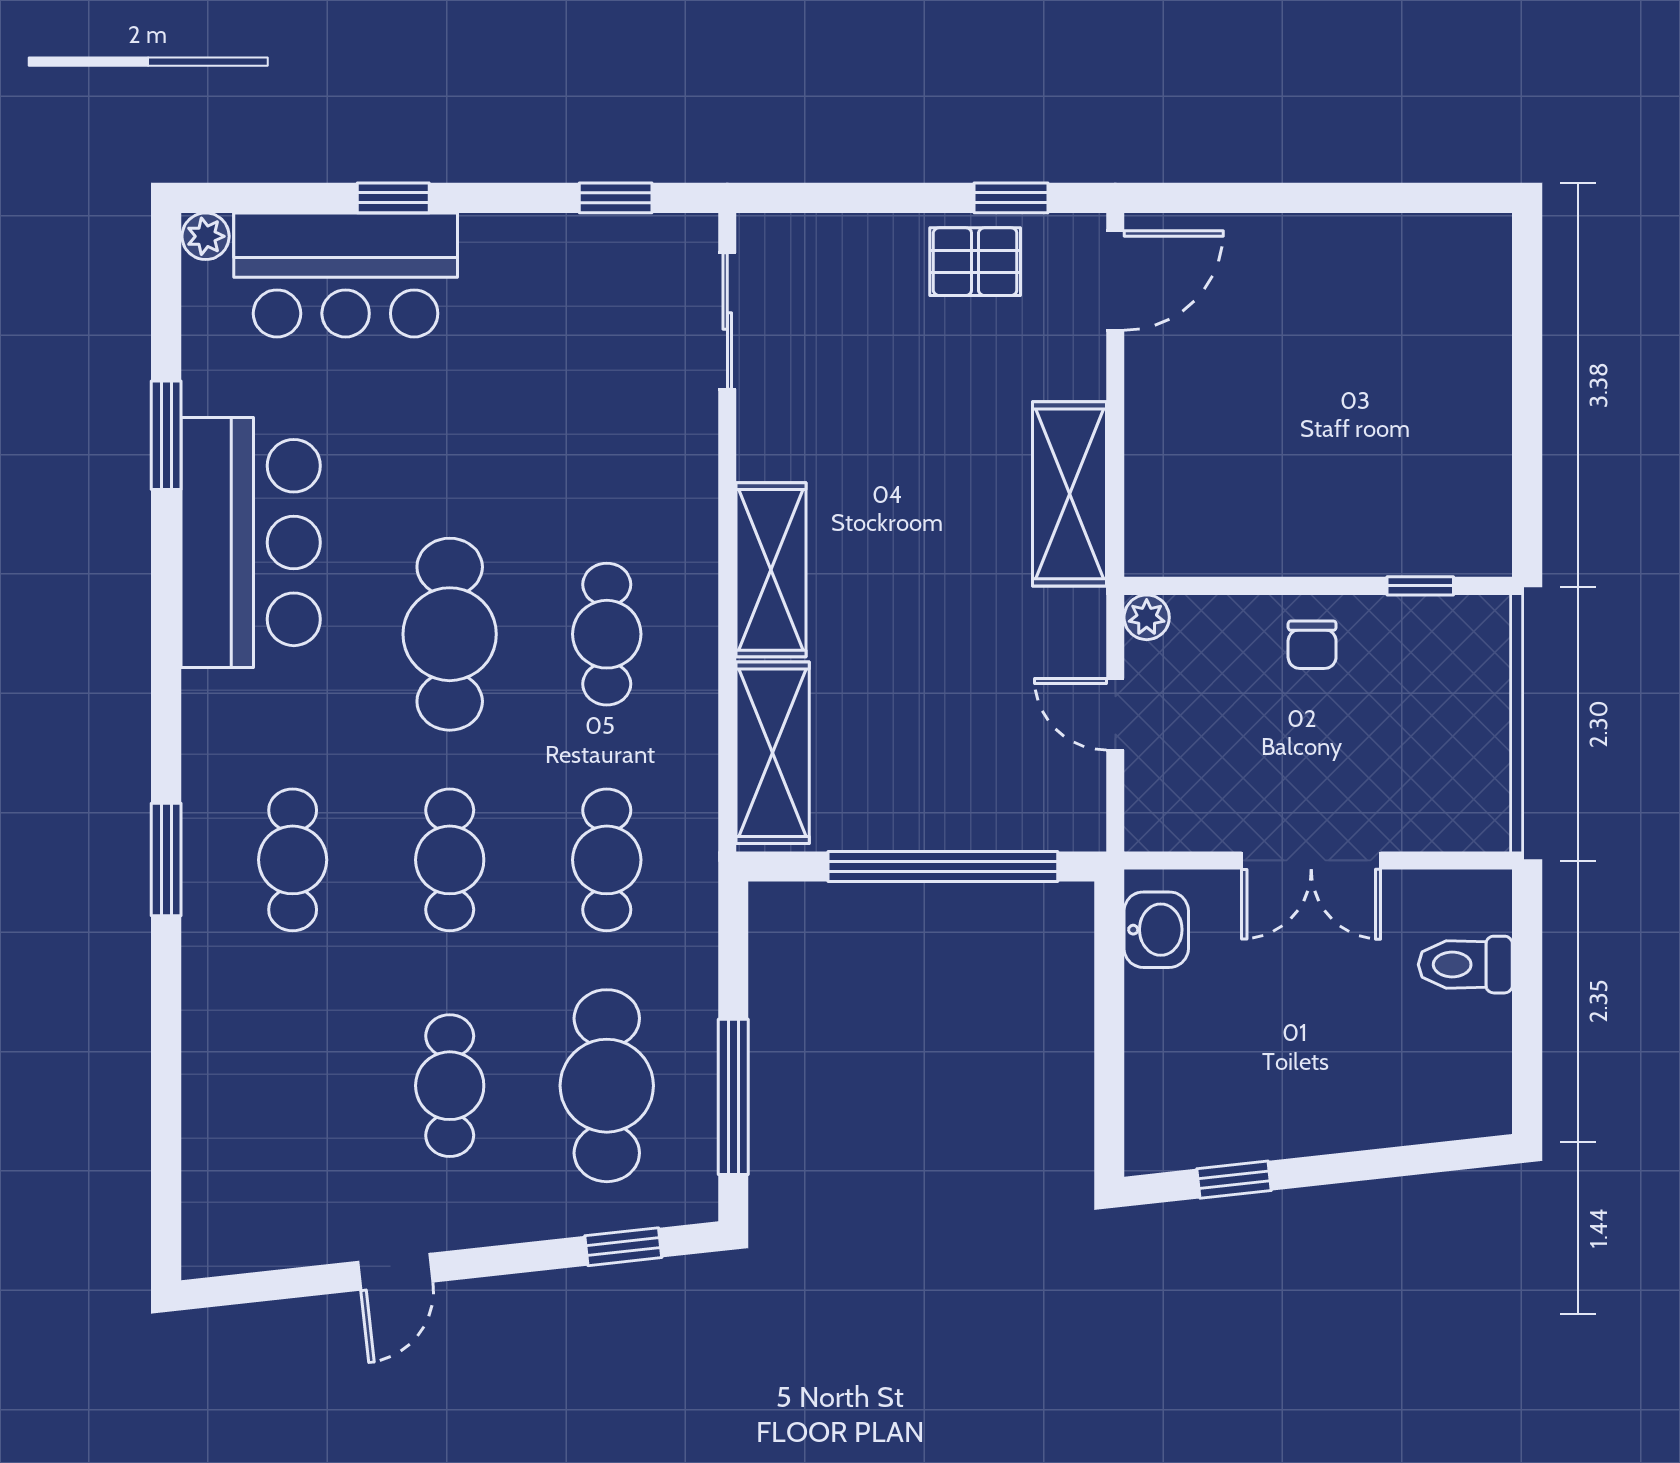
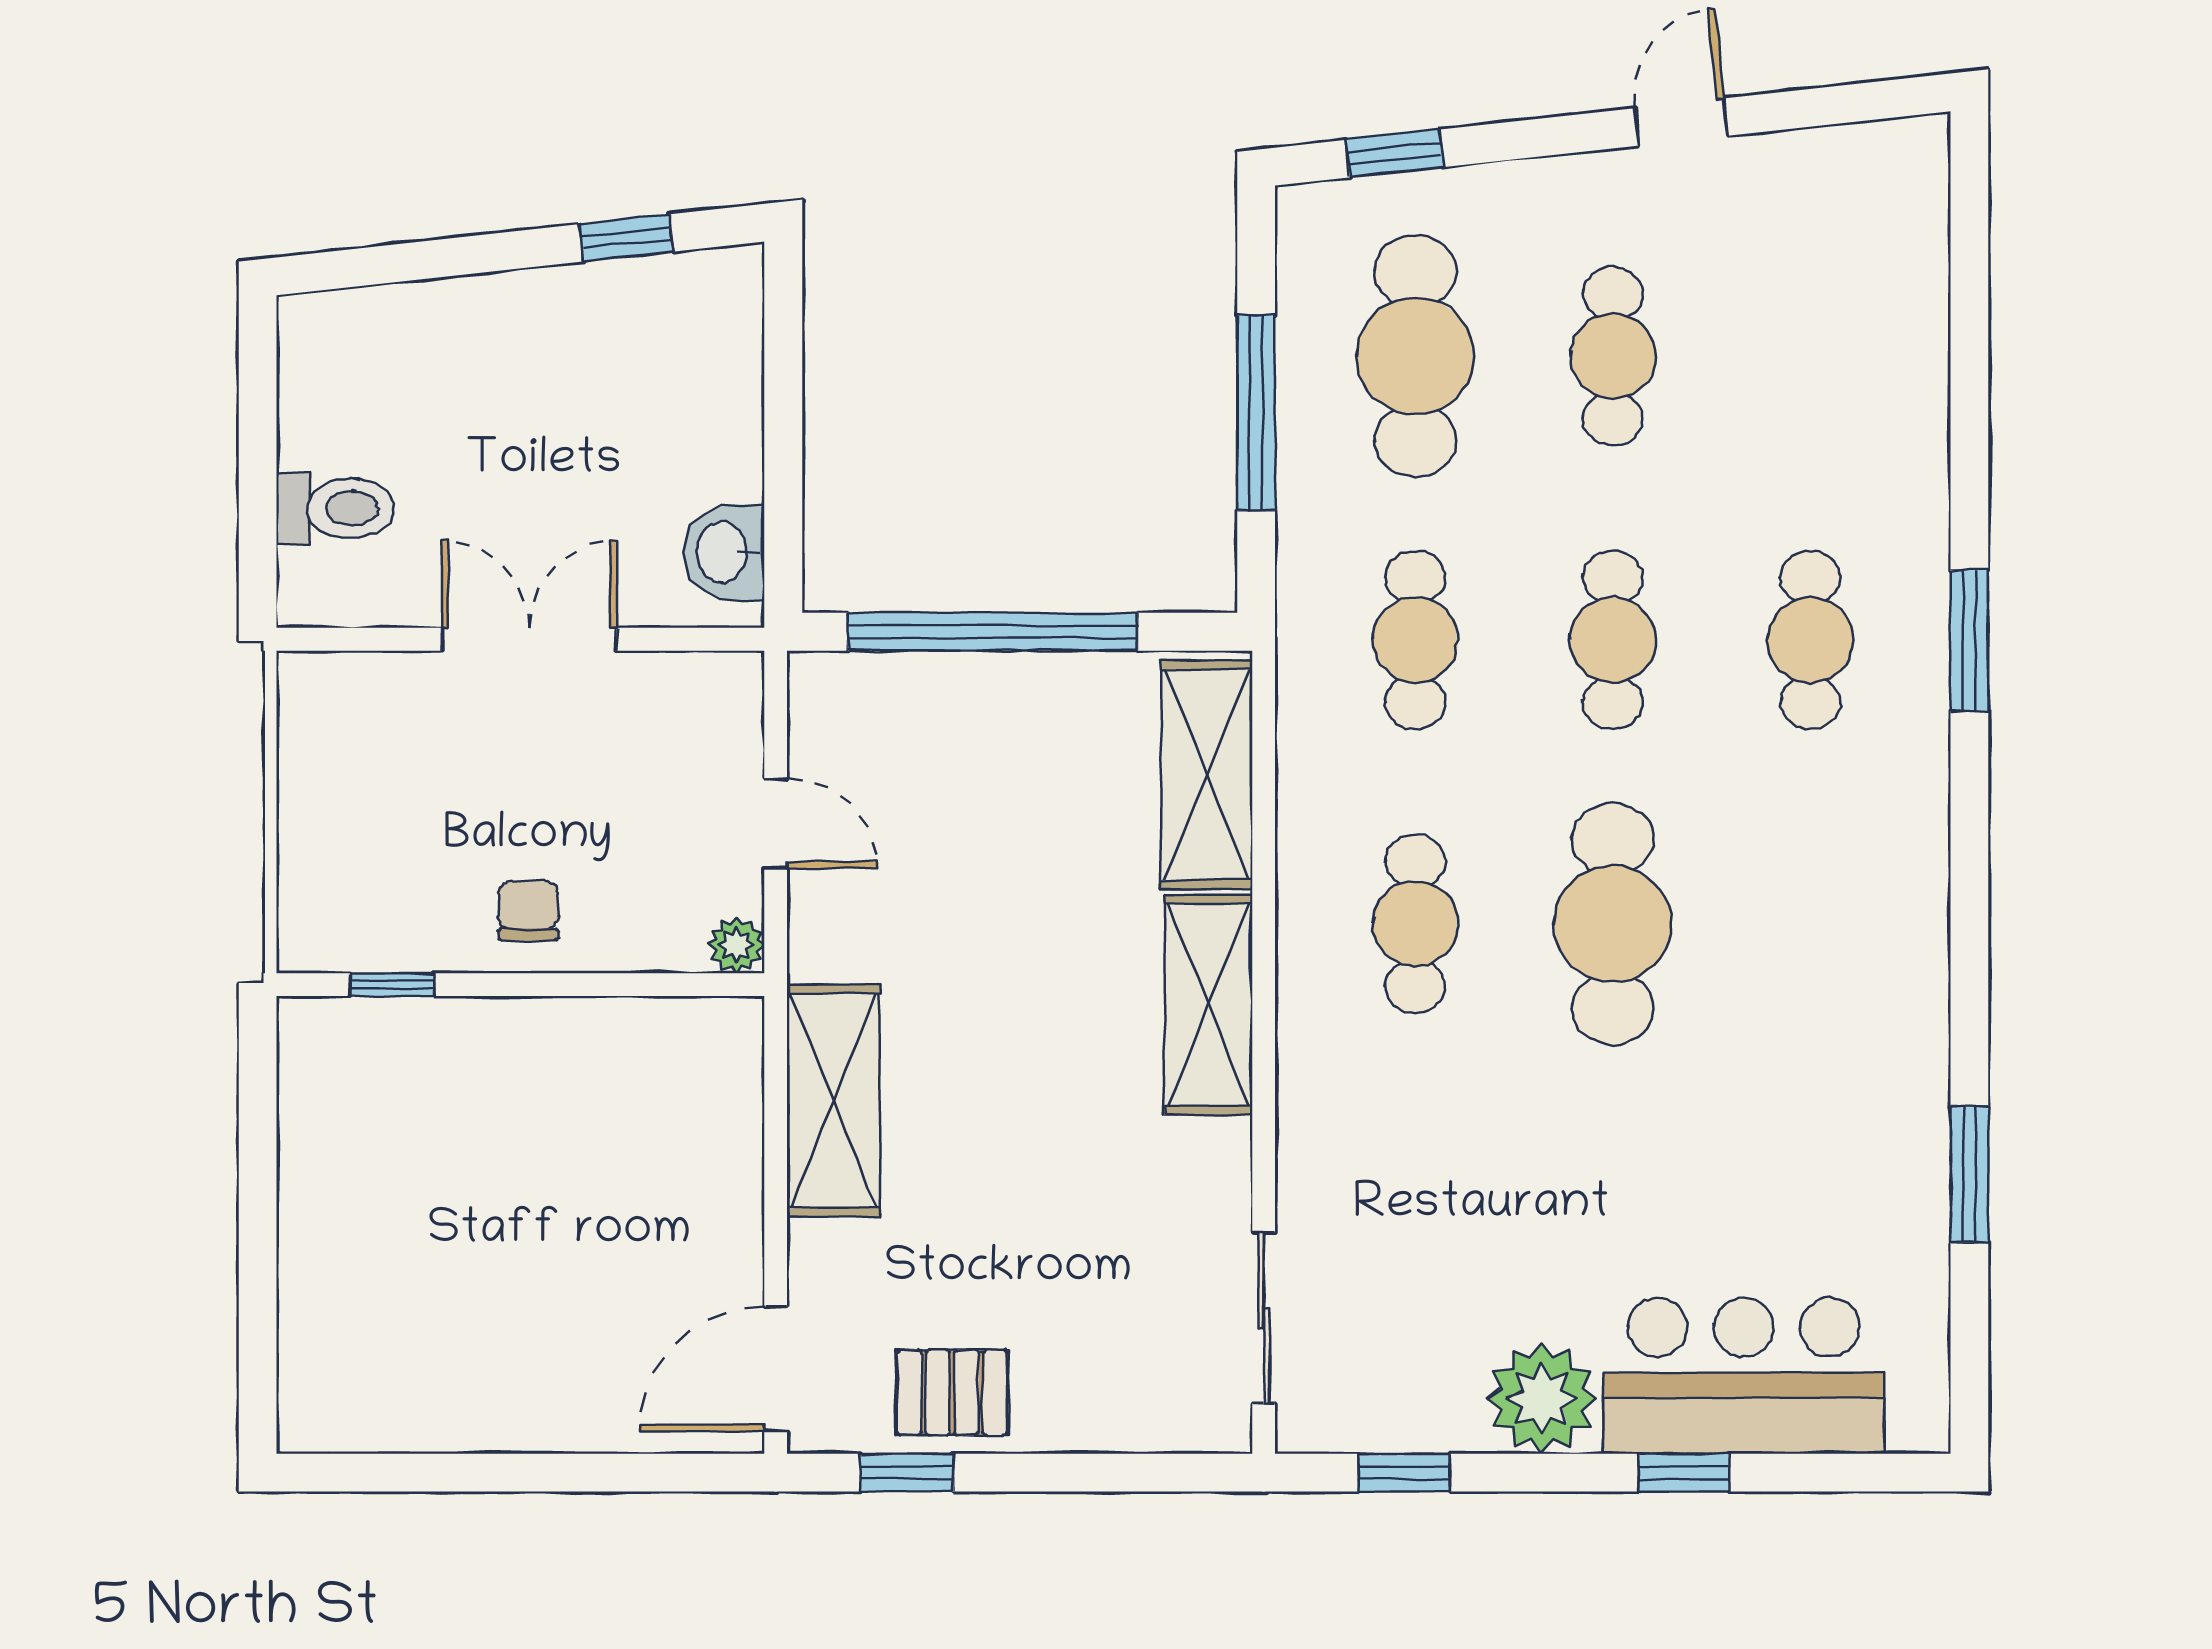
plant: (206, 236) -> (1542, 1399), moved, width x1.87, depth x1.87
bar counter: (251, 543) -> (1863, 1039), removed
window: (733, 1097) -> (1256, 413), moved

